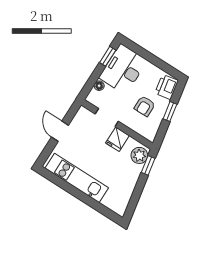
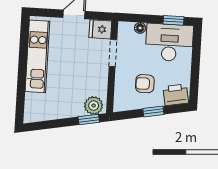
fridge: (117, 139) -> (100, 29), moved

